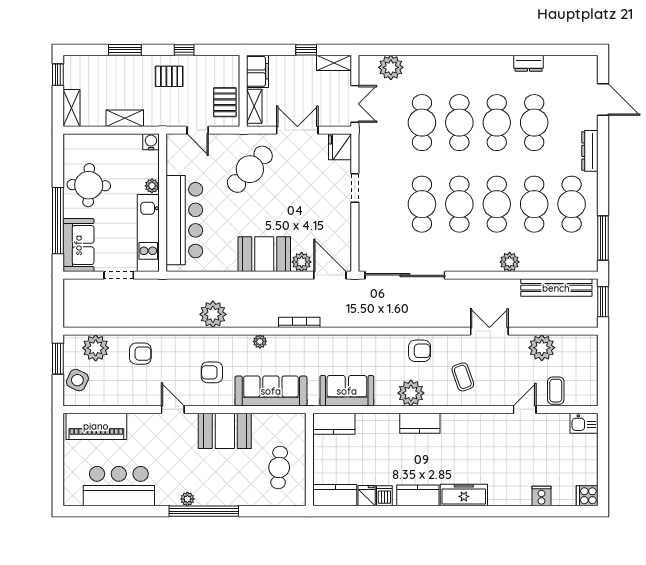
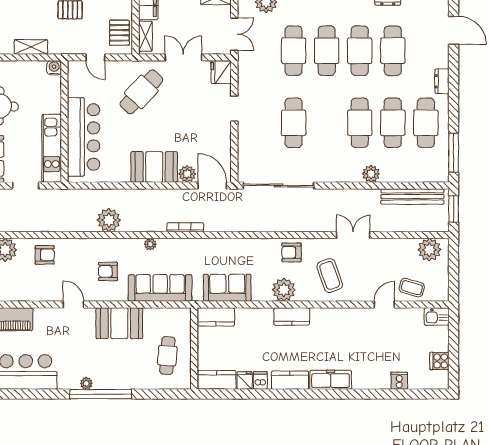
dresser: (590, 151) -> (442, 81), width x0.70
plant: (152, 186) -> (55, 107), removed
cafe table: (459, 204) -> (327, 123), removed
plant: (542, 348) -> (429, 250), moved
armchair: (420, 351) -> (291, 252), turned 180
coffee table: (463, 377) -> (330, 275), width x1.36, depth x1.30
coffee table: (556, 391) -> (412, 288), turned -73
cooker: (587, 496) -> (440, 361), moved

